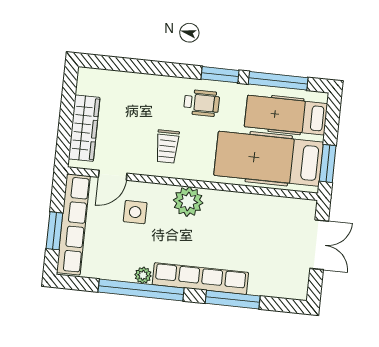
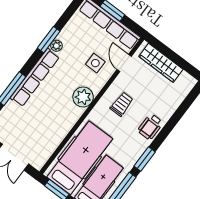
wheelchair: (202, 103) -> (150, 127), moved
trolley: (167, 146) -> (122, 104), turned 90
window: (141, 290) -> (49, 40), width x0.47

